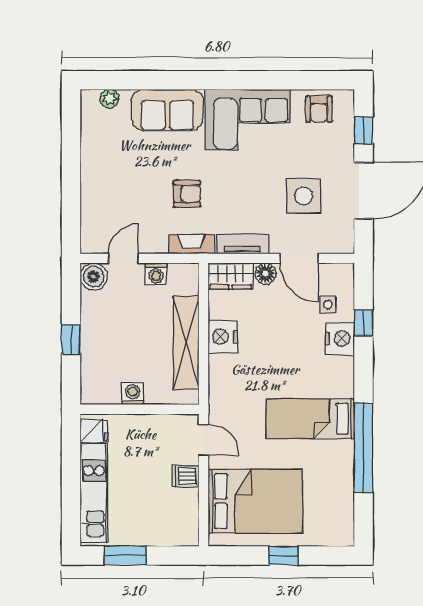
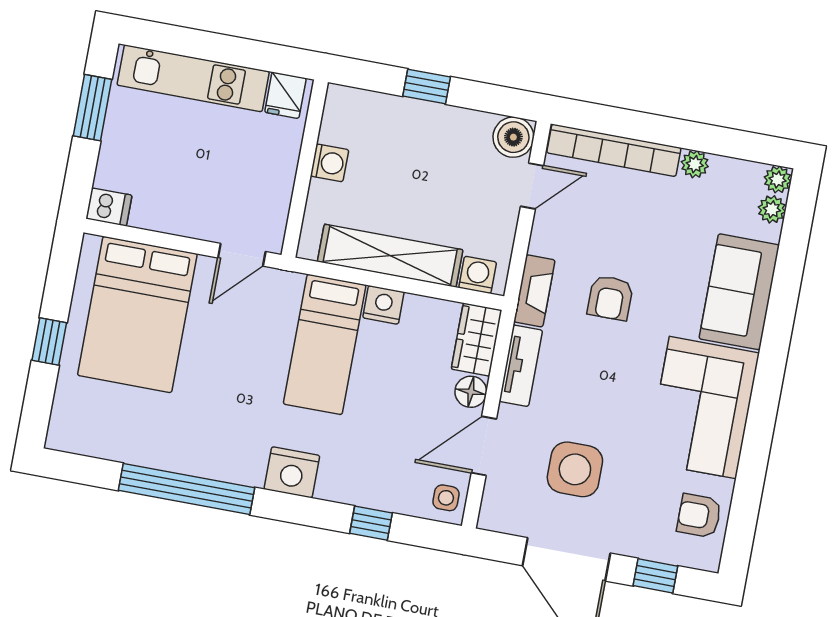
plant: (89, 98) -> (778, 179), added
plant: (89, 154) -> (695, 164), added
bookcase: (90, 209) -> (614, 150), added
door: (123, 258) -> (532, 186), hinge flipped
washing machine: (156, 274) -> (478, 275), moved, turned 90
side table: (328, 304) -> (446, 498), moved
nightstand: (223, 337) -> (383, 305), width x0.74, depth x0.75
nightstand: (340, 338) -> (292, 472), moved
bed: (310, 419) -> (325, 344), moved, turned 180
dishwasher: (185, 476) -> (109, 207), moved, turned 90

